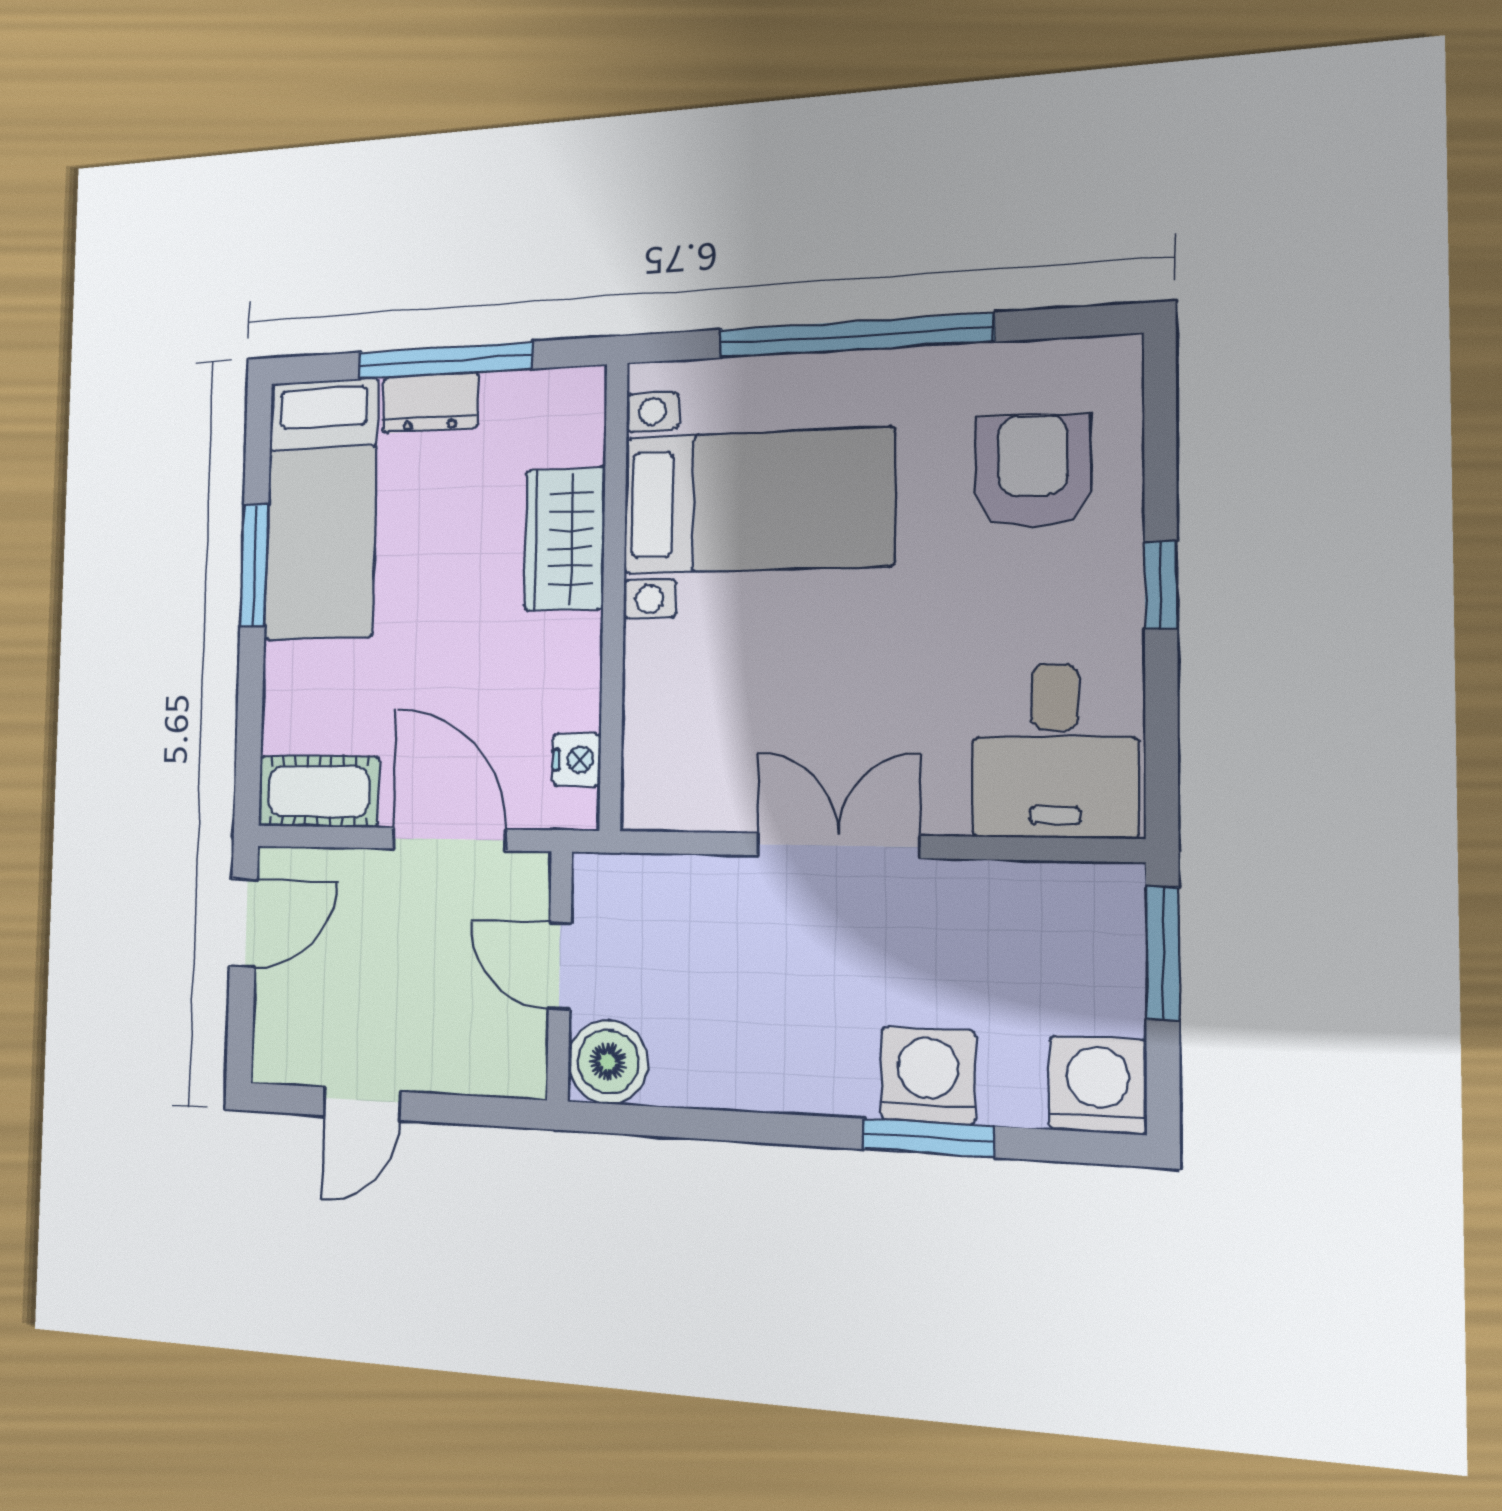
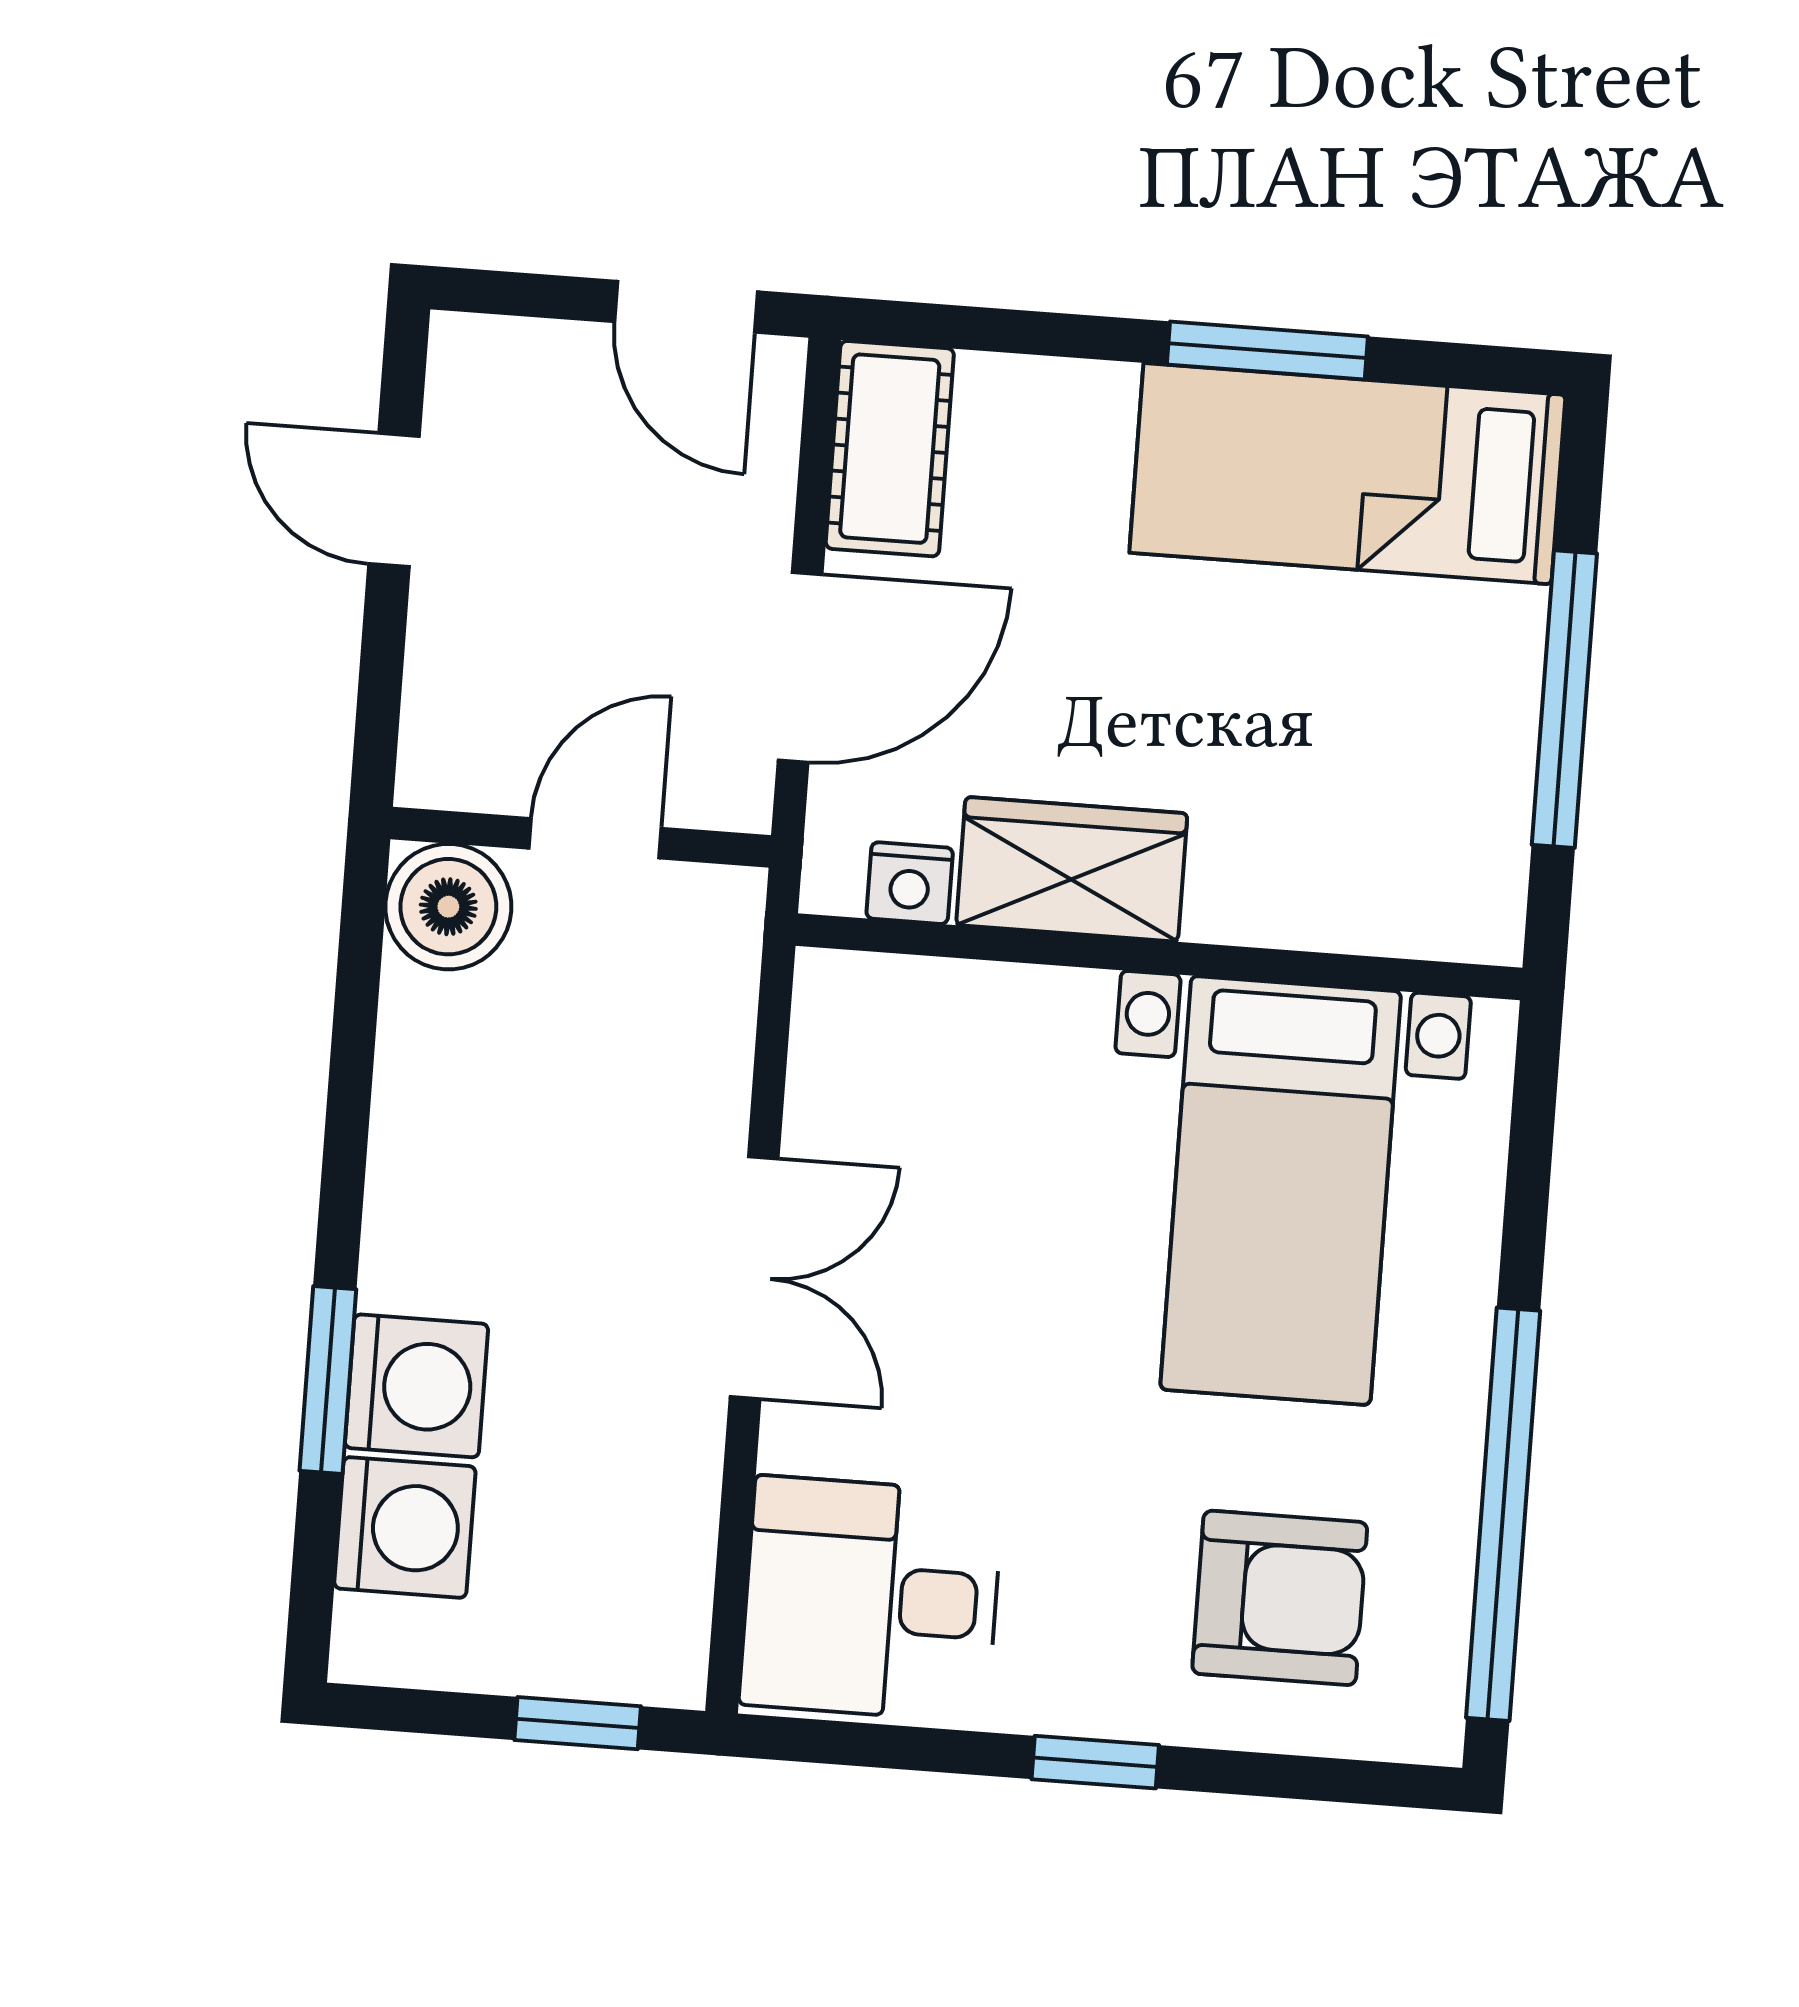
window: (854, 336) -> (1503, 1514), moved
dresser: (430, 403) -> (1499, 671), removed
wardrobe: (565, 539) -> (1072, 869), moved
window: (1163, 953) -> (578, 1723), width x0.67
washing machine: (1098, 1085) -> (405, 1527), moved

